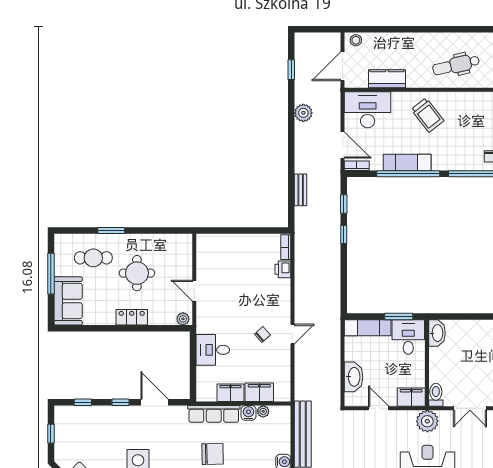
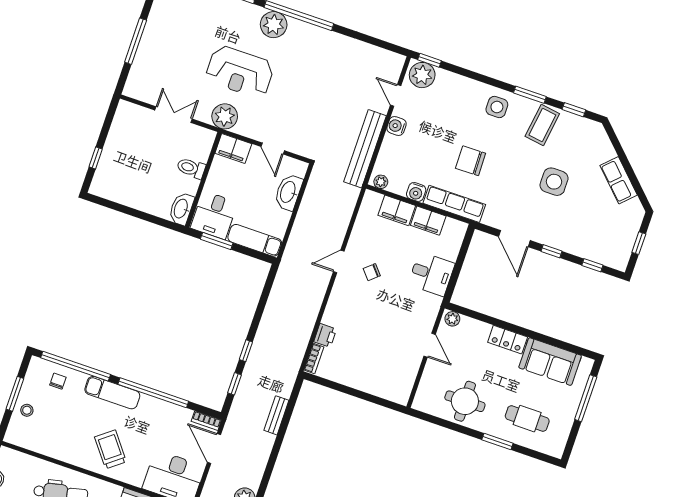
exam couch: (407, 162) -> (112, 393), moved
round table: (137, 273) -> (465, 401), moved
window: (51, 274) -> (586, 398), moved
sofa: (68, 301) -> (550, 362), moved, turned -90
toilet: (436, 395) -> (191, 168), moved, turned 90
plant: (263, 411) -> (381, 182), moved

